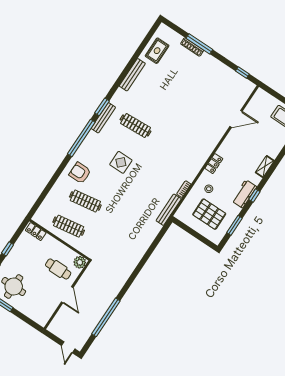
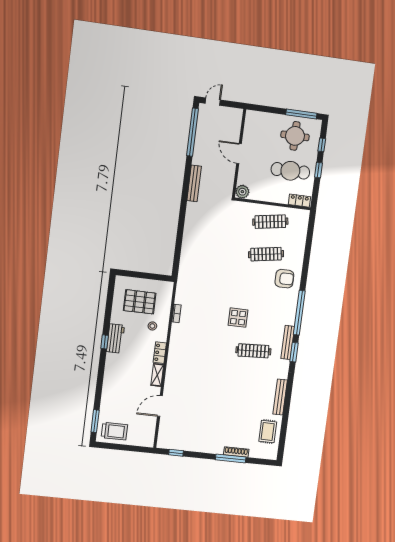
display table: (121, 162) -> (238, 318), moved
shelving: (265, 167) -> (157, 375), moved
bench: (169, 210) -> (194, 183), moved
window: (234, 225) -> (109, 303), removed
cafe table: (58, 269) -> (290, 171), moved, width x1.37, depth x1.35
window: (106, 317) -> (193, 132), moved
door: (68, 347) -> (213, 102), hinge flipped

